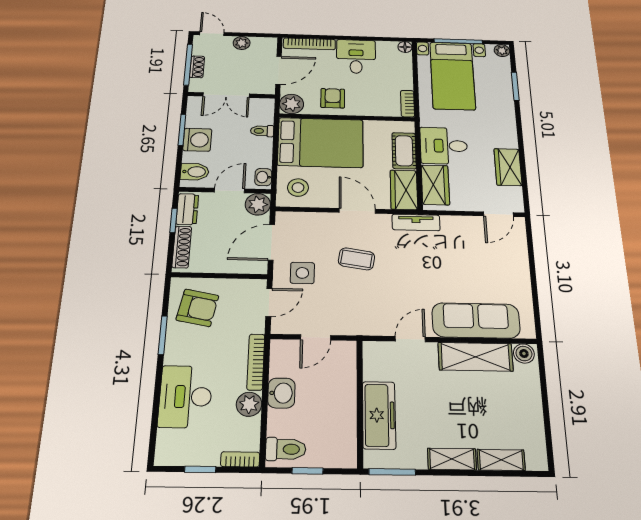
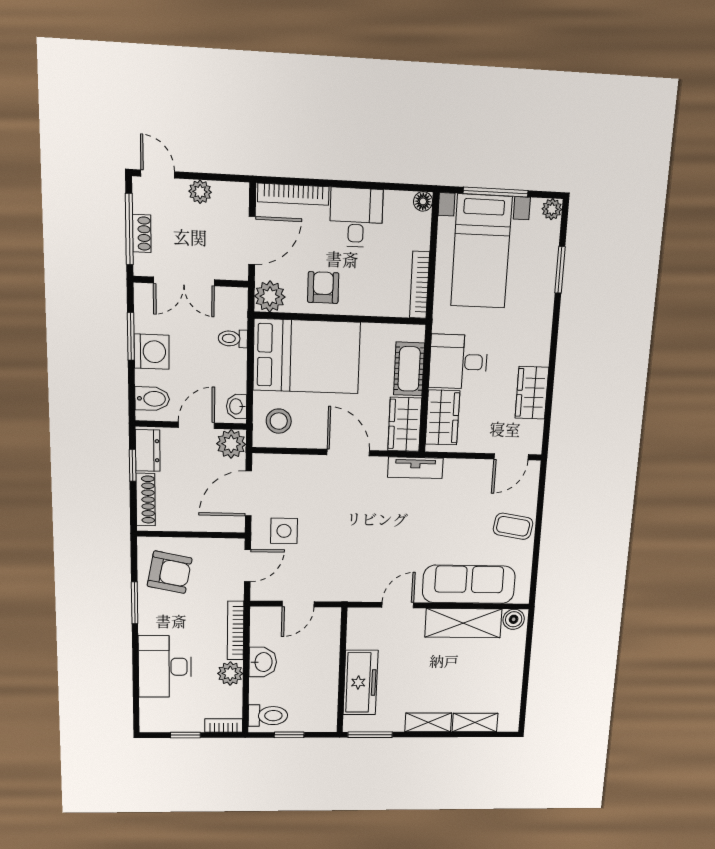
bookcase: (407, 104) -> (420, 285), width x1.56
coffee table: (356, 259) -> (513, 526), moved

